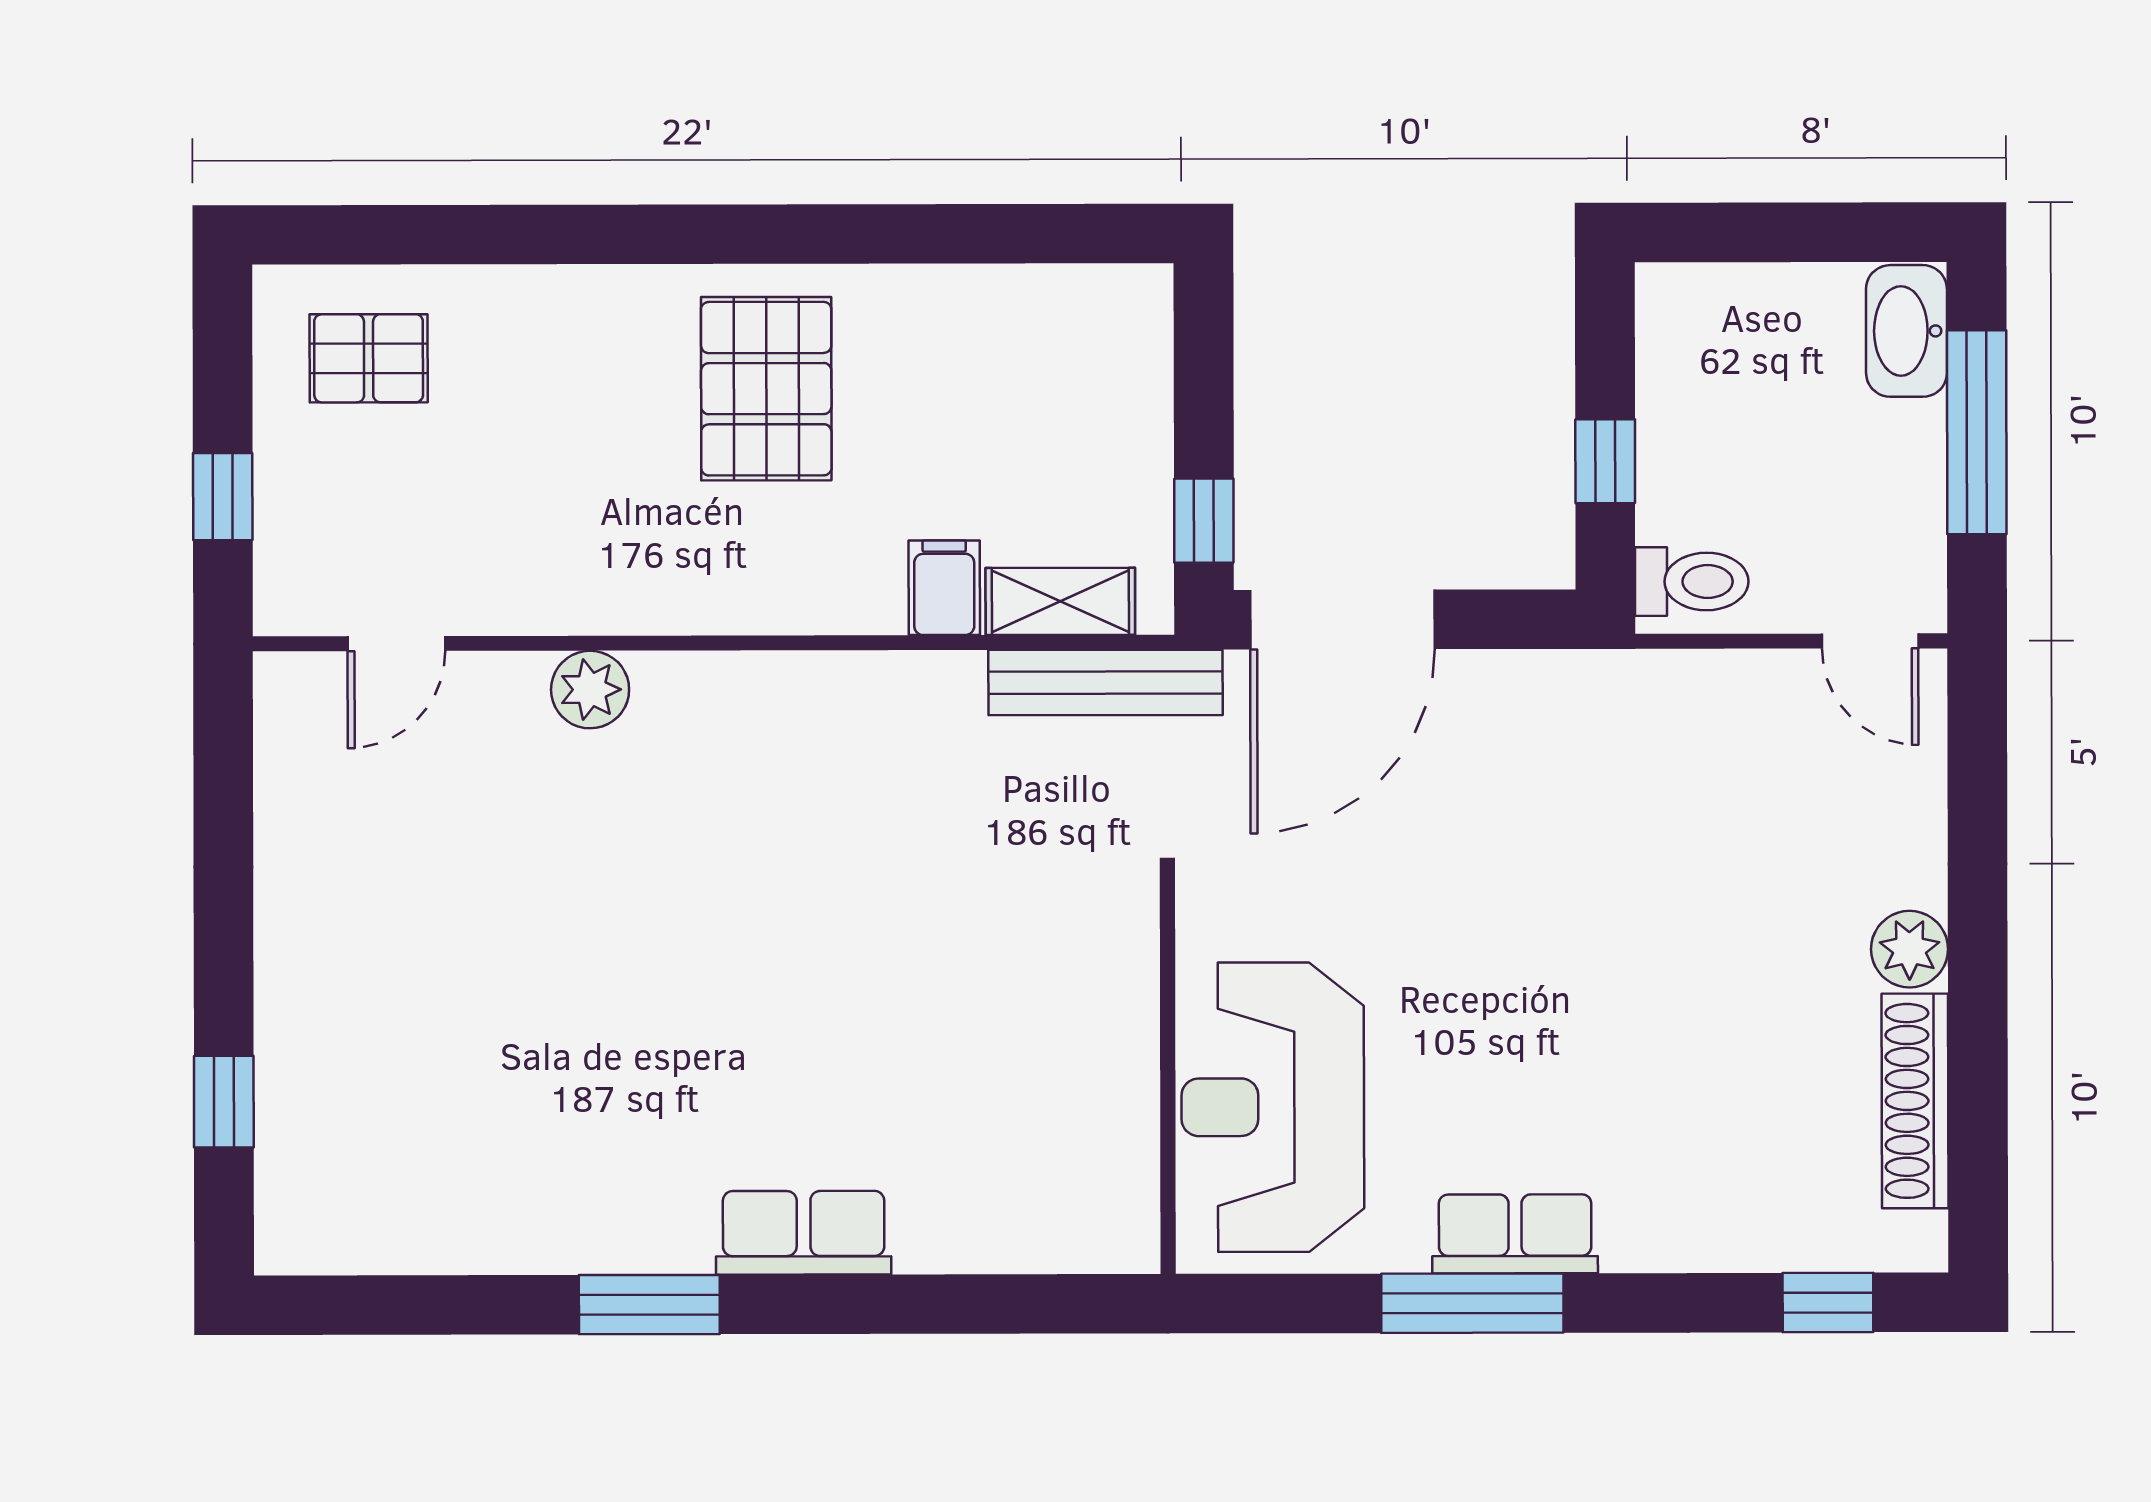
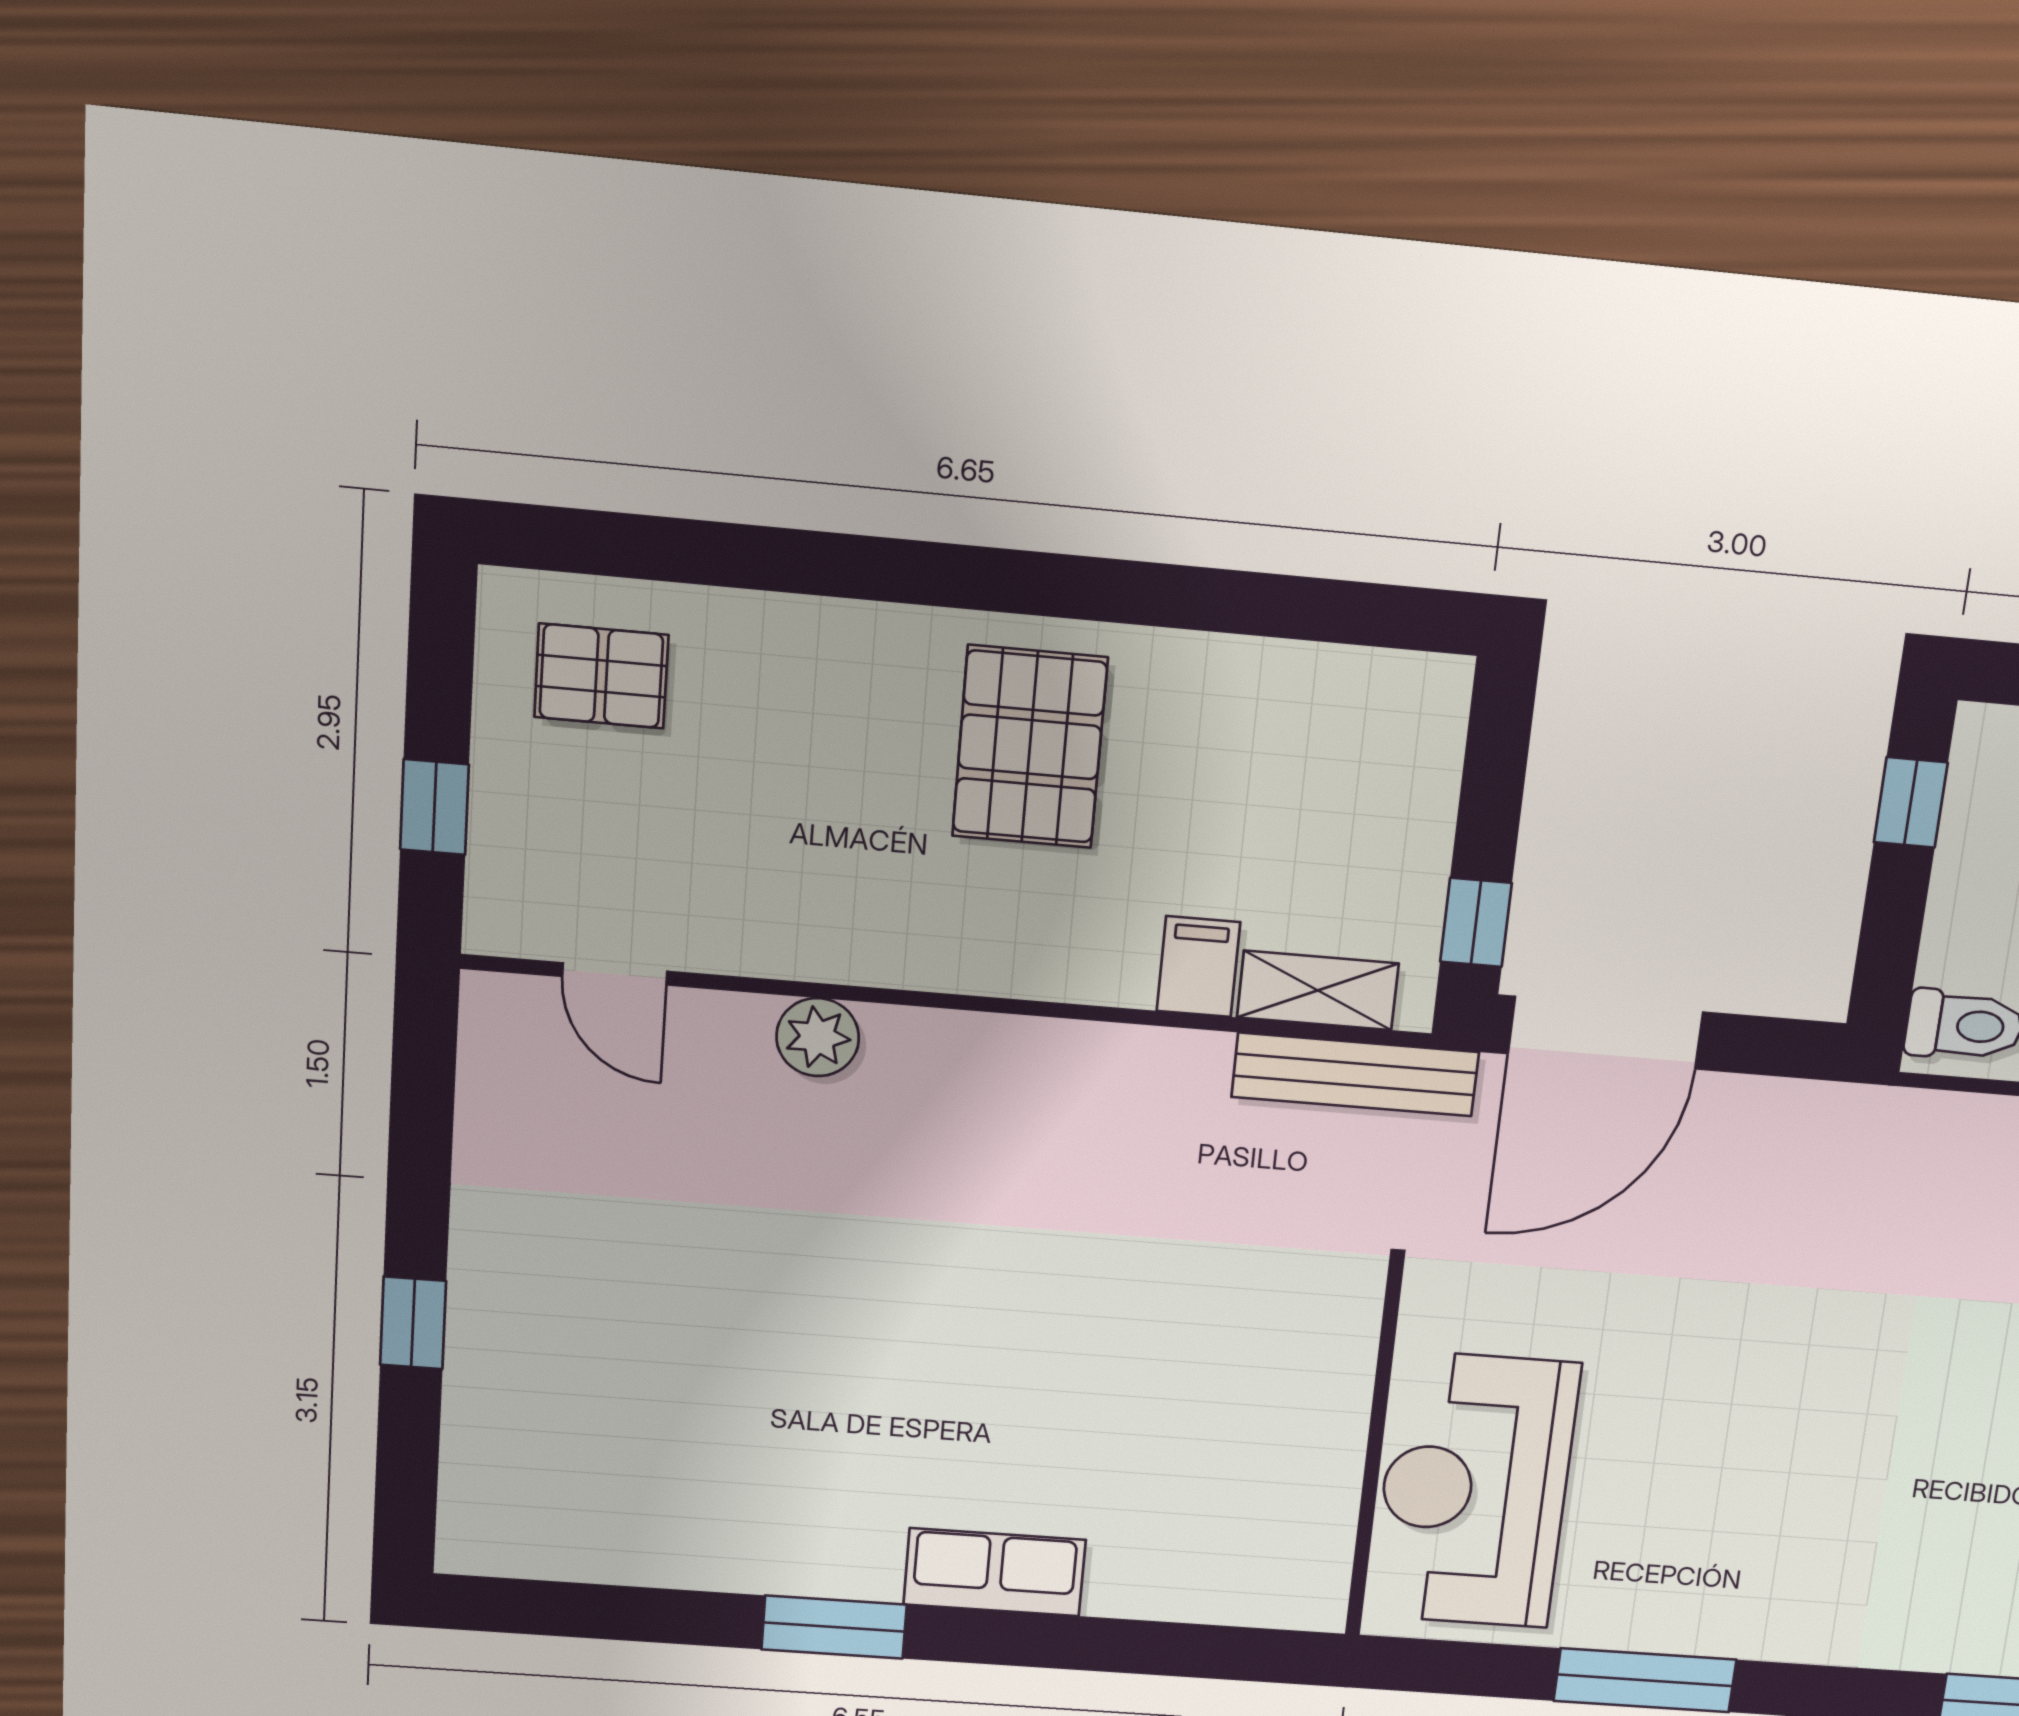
window: (1605, 461) -> (1911, 802), moved
door: (396, 644) -> (615, 974), hinge flipped
window: (224, 1102) -> (413, 1323), moved
row of seats: (1515, 1234) -> (1695, 1621), removed

